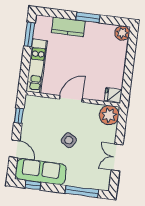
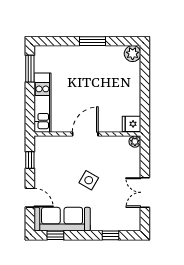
kitchen counter: (68, 27) -> (72, 54), removed
plant: (109, 115) -> (135, 142), width x0.53, depth x0.53
window: (82, 192) -> (111, 235), width x0.46

